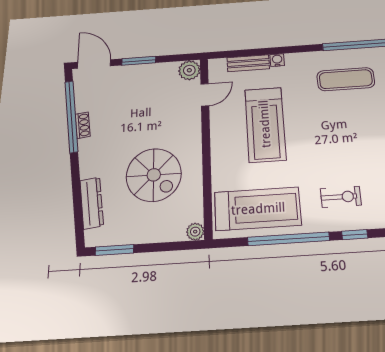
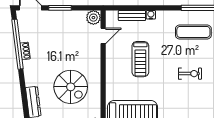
treadmill: (265, 124) -> (140, 59), width x0.73, depth x0.73
exercise bike: (341, 197) -> (190, 74), moved

